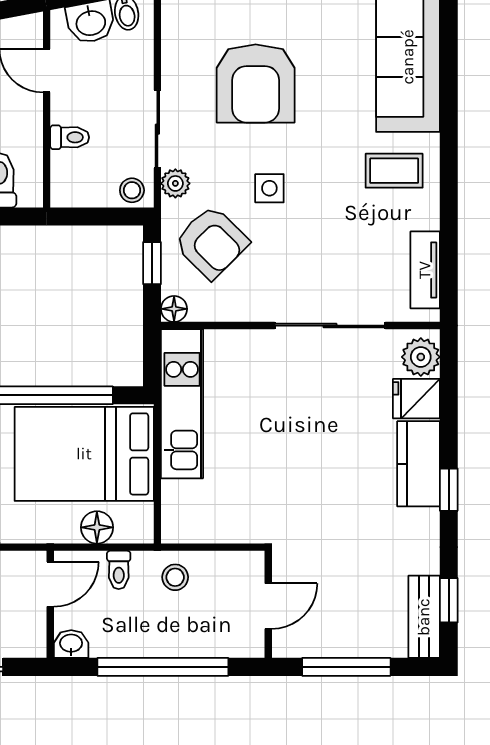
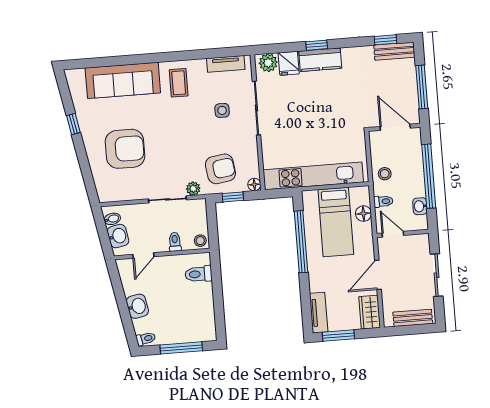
armchair: (256, 83) -> (125, 149), moved
side table: (269, 188) -> (222, 110), moved
stool: (132, 190) -> (200, 241), moved
armchair: (211, 242) -> (220, 169), turned 37
kitchen unit: (182, 404) -> (313, 176), width x1.36
bed: (84, 454) -> (336, 222), width x0.67
window: (449, 490) -> (317, 45), moved
door: (268, 606) -> (395, 127), width x1.38
washbasin: (71, 644) -> (420, 206), moved

